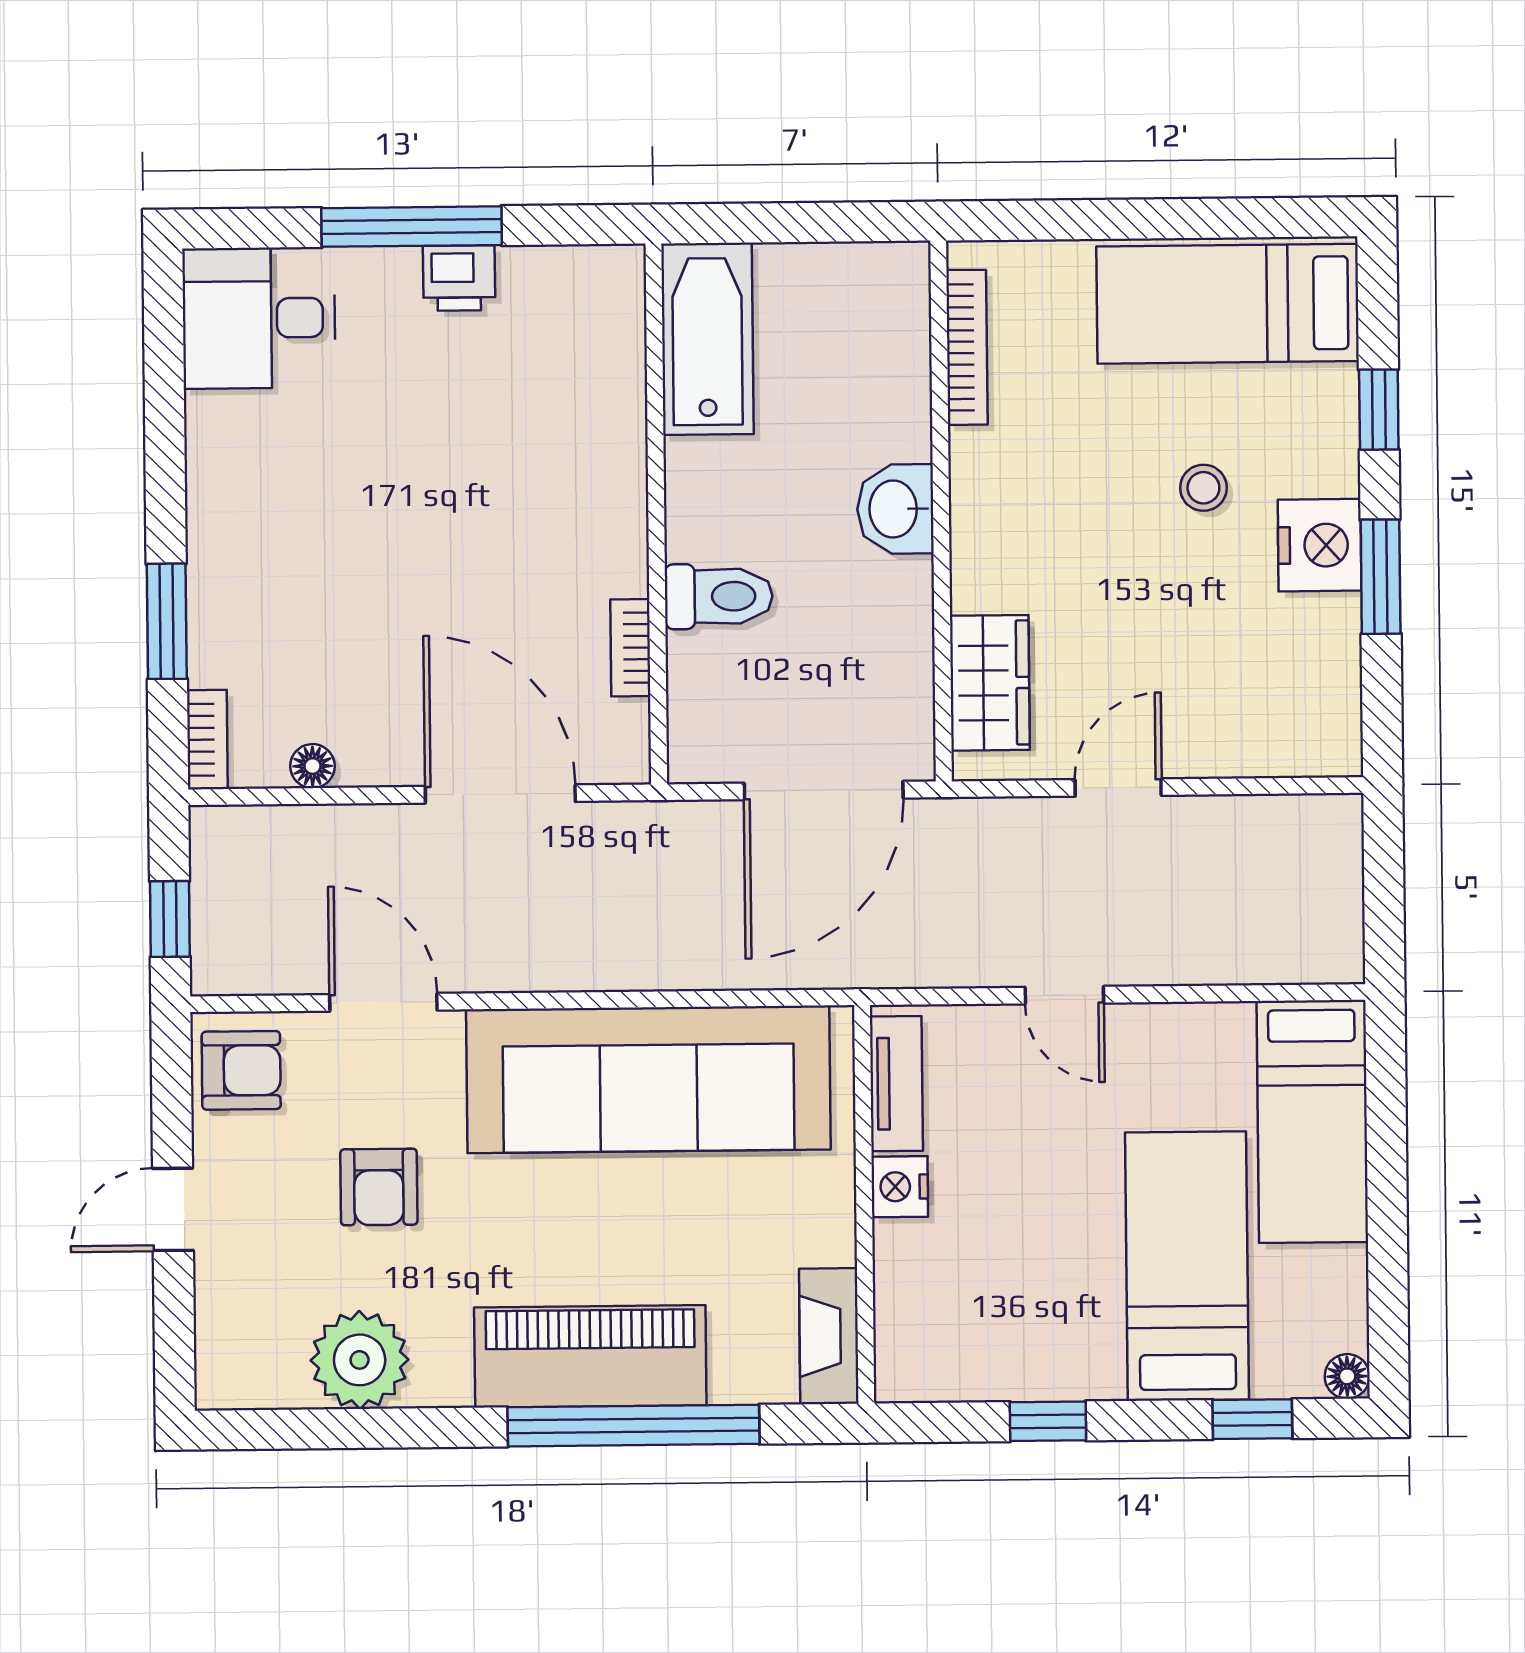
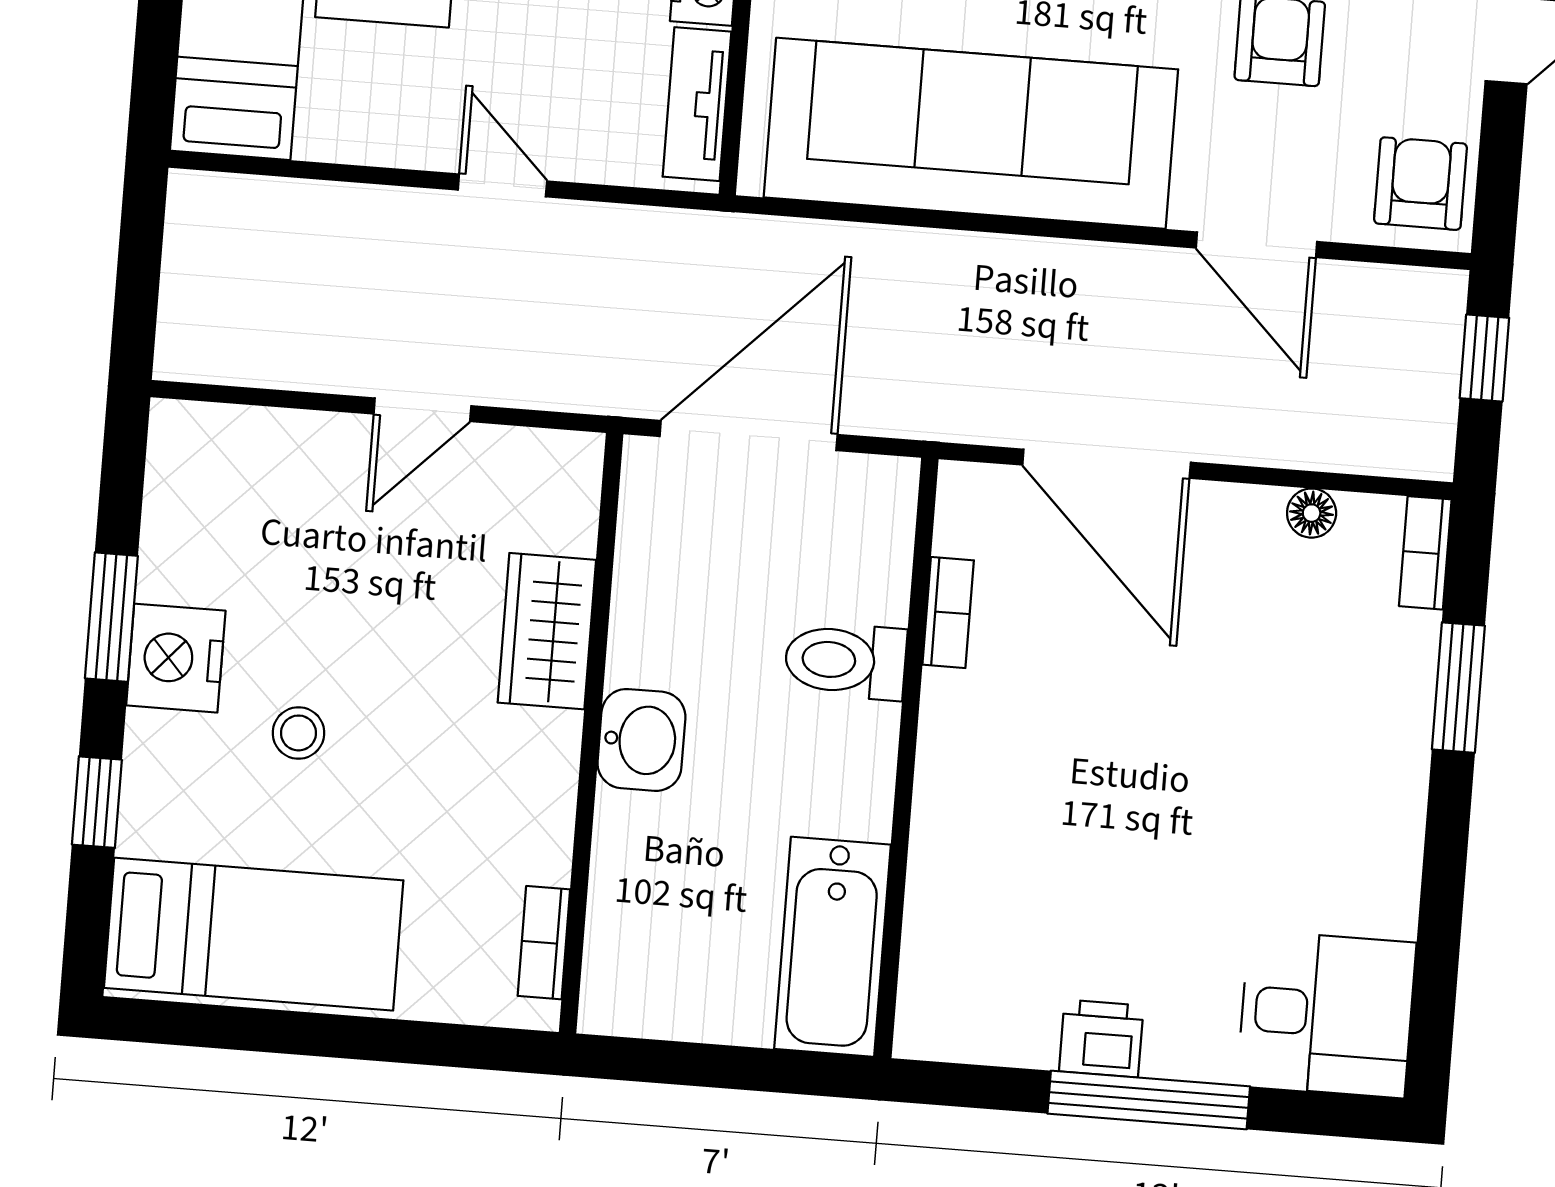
bookcase: (967, 347) -> (544, 943), width x0.64
wardrobe: (990, 683) -> (547, 631), moved
armchair: (241, 1070) -> (1420, 184), turned 90

